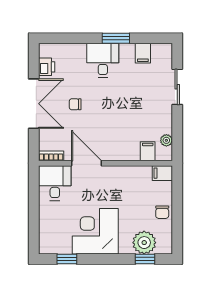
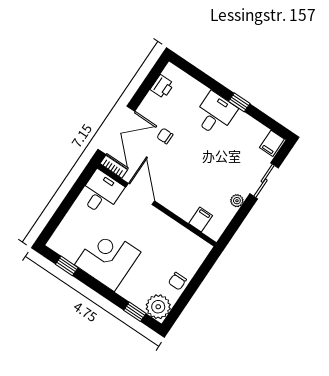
window: (116, 38) -> (239, 102), width x0.67
filing cabinet: (143, 53) -> (272, 143), moved
double door: (34, 104) -> (116, 130), moved
plant: (166, 140) -> (237, 201), moved
filing cabinet: (162, 173) -> (201, 247), removed
plant: (144, 243) -> (158, 307), moved

